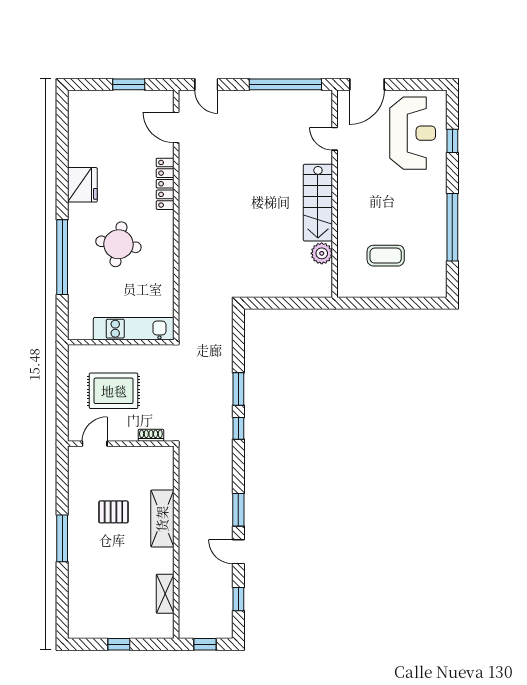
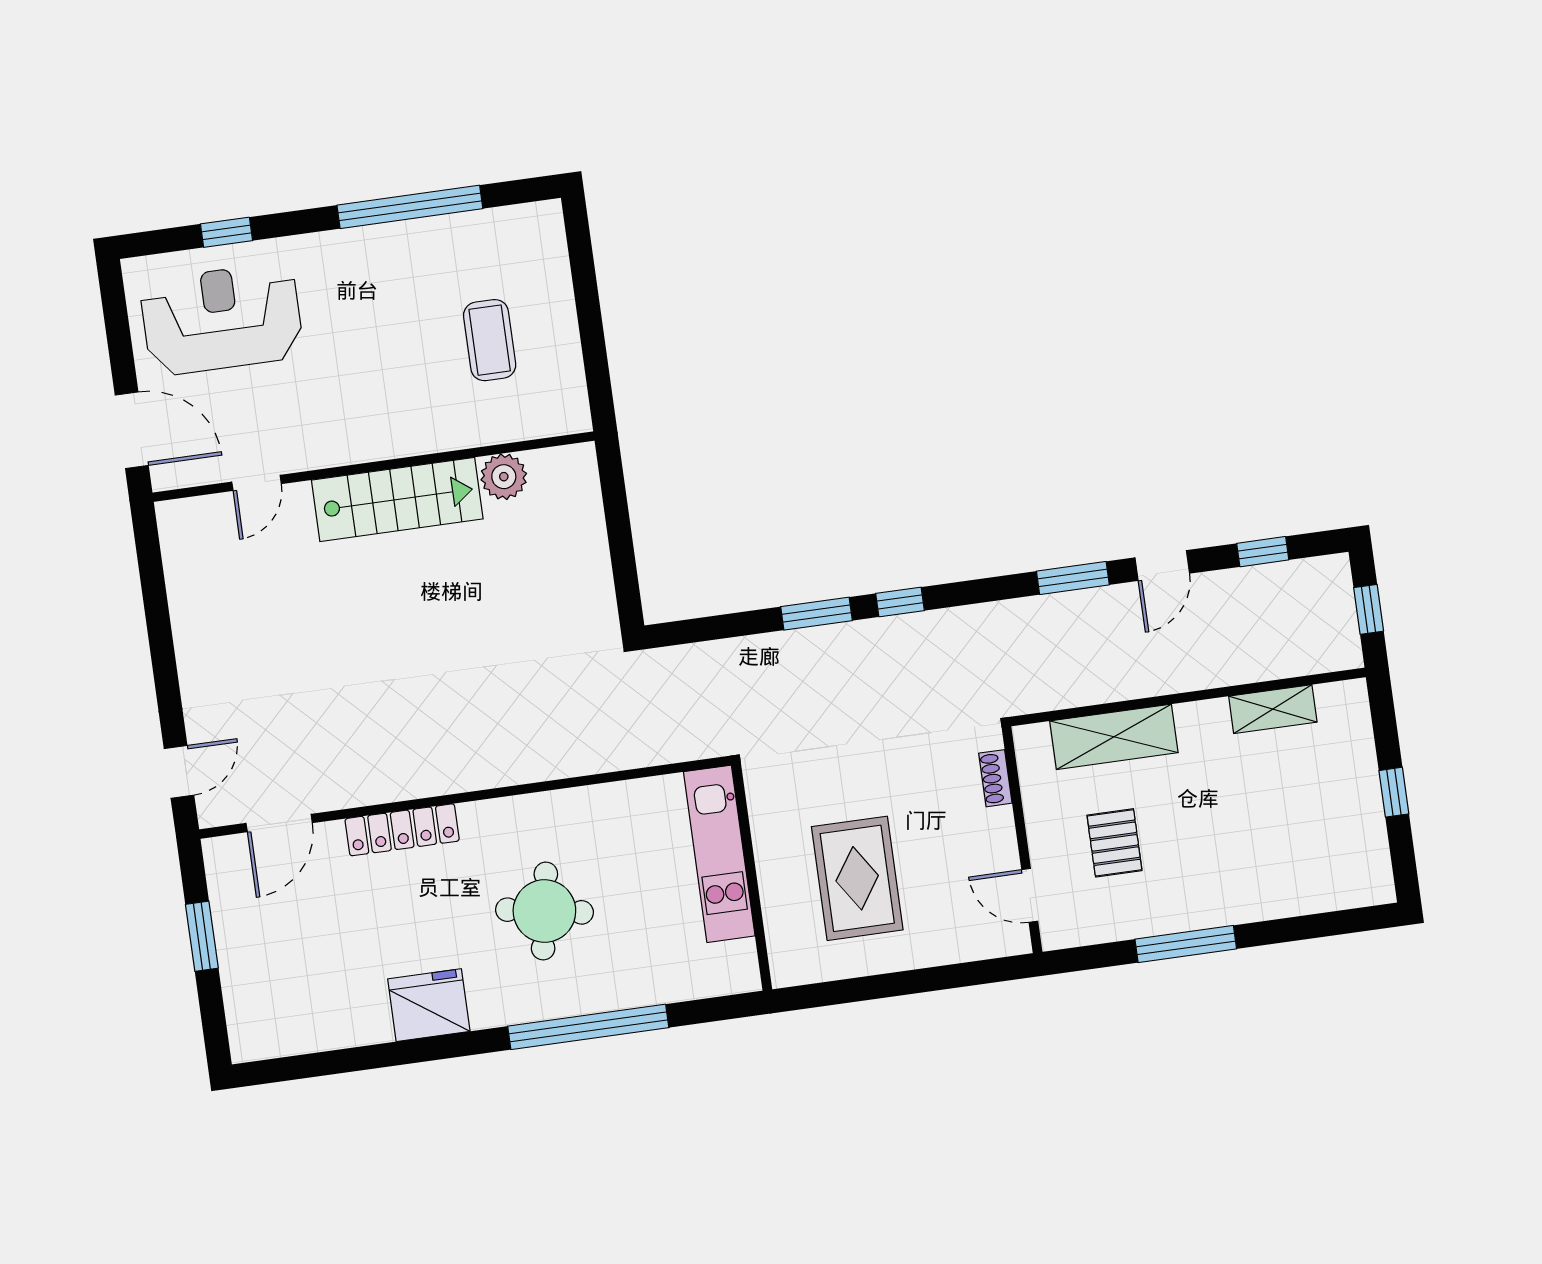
window: (285, 84) -> (156, 604), removed
shoe rack: (151, 435) -> (995, 778), moved
door: (95, 444) -> (1030, 895), moved
wall: (121, 444) -> (1022, 840), moved

